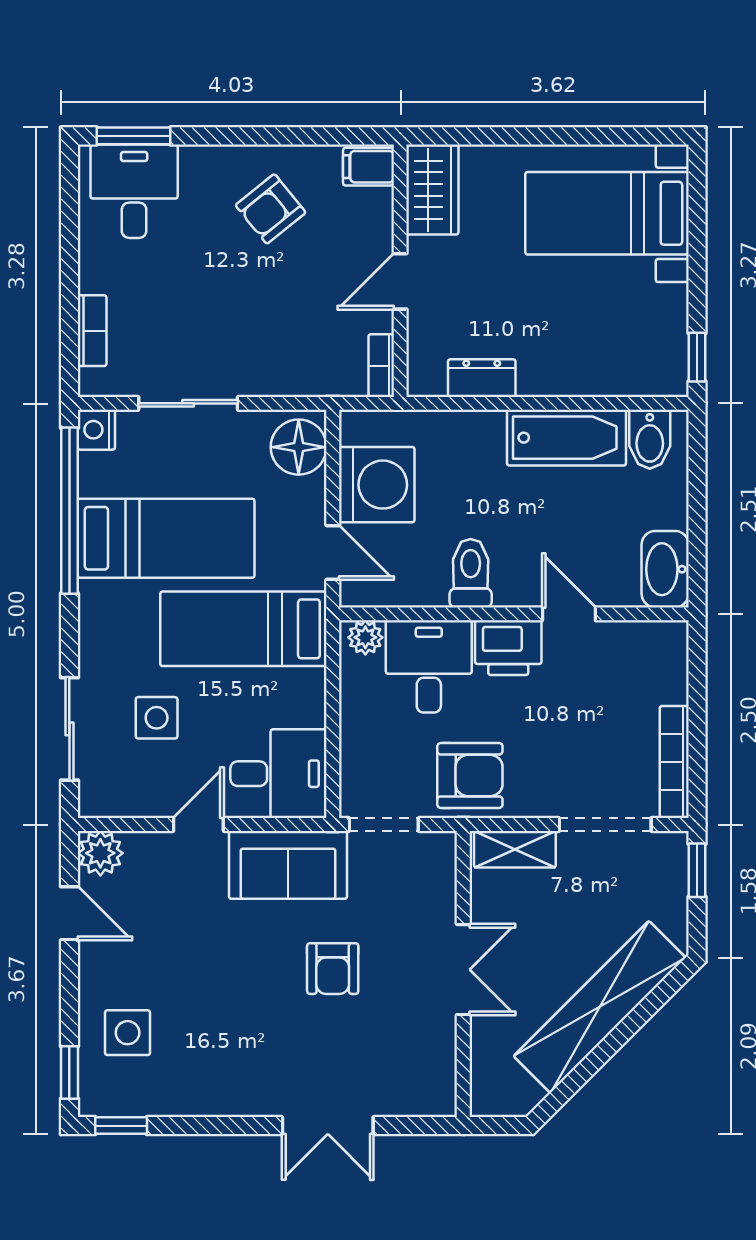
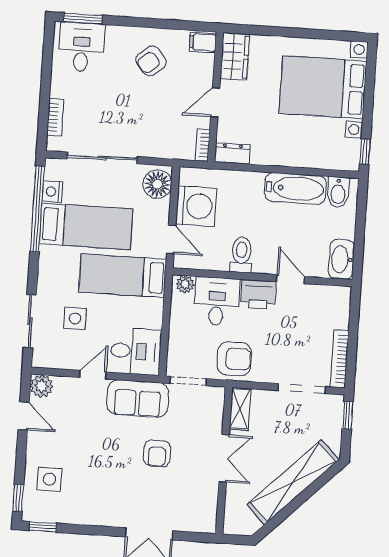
bed with nightstands: (607, 213) -> (323, 87), width x1.36
dresser: (482, 378) -> (232, 153), moved
sliding door: (188, 403) -> (102, 158), width x1.37
nightstand: (96, 430) -> (52, 192), moved
shelving: (515, 849) -> (240, 409), moved, turned 90

